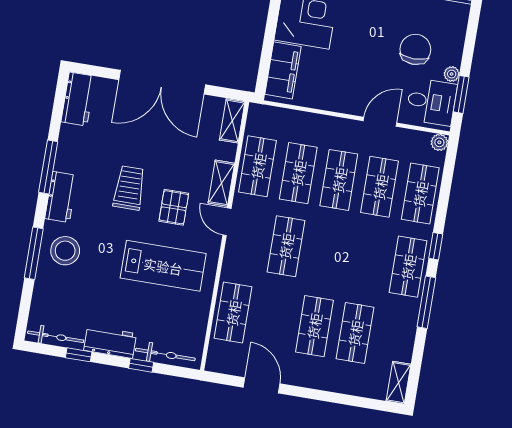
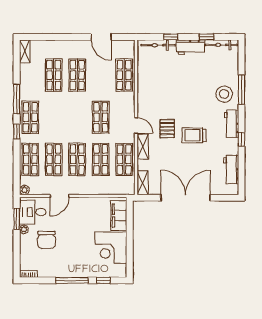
workbench: (78, 99) -> (231, 170), moved
window: (48, 167) -> (241, 139), width x0.46
trolley: (129, 188) -> (194, 135), turned 90
lab bench: (163, 266) -> (168, 95), removed

